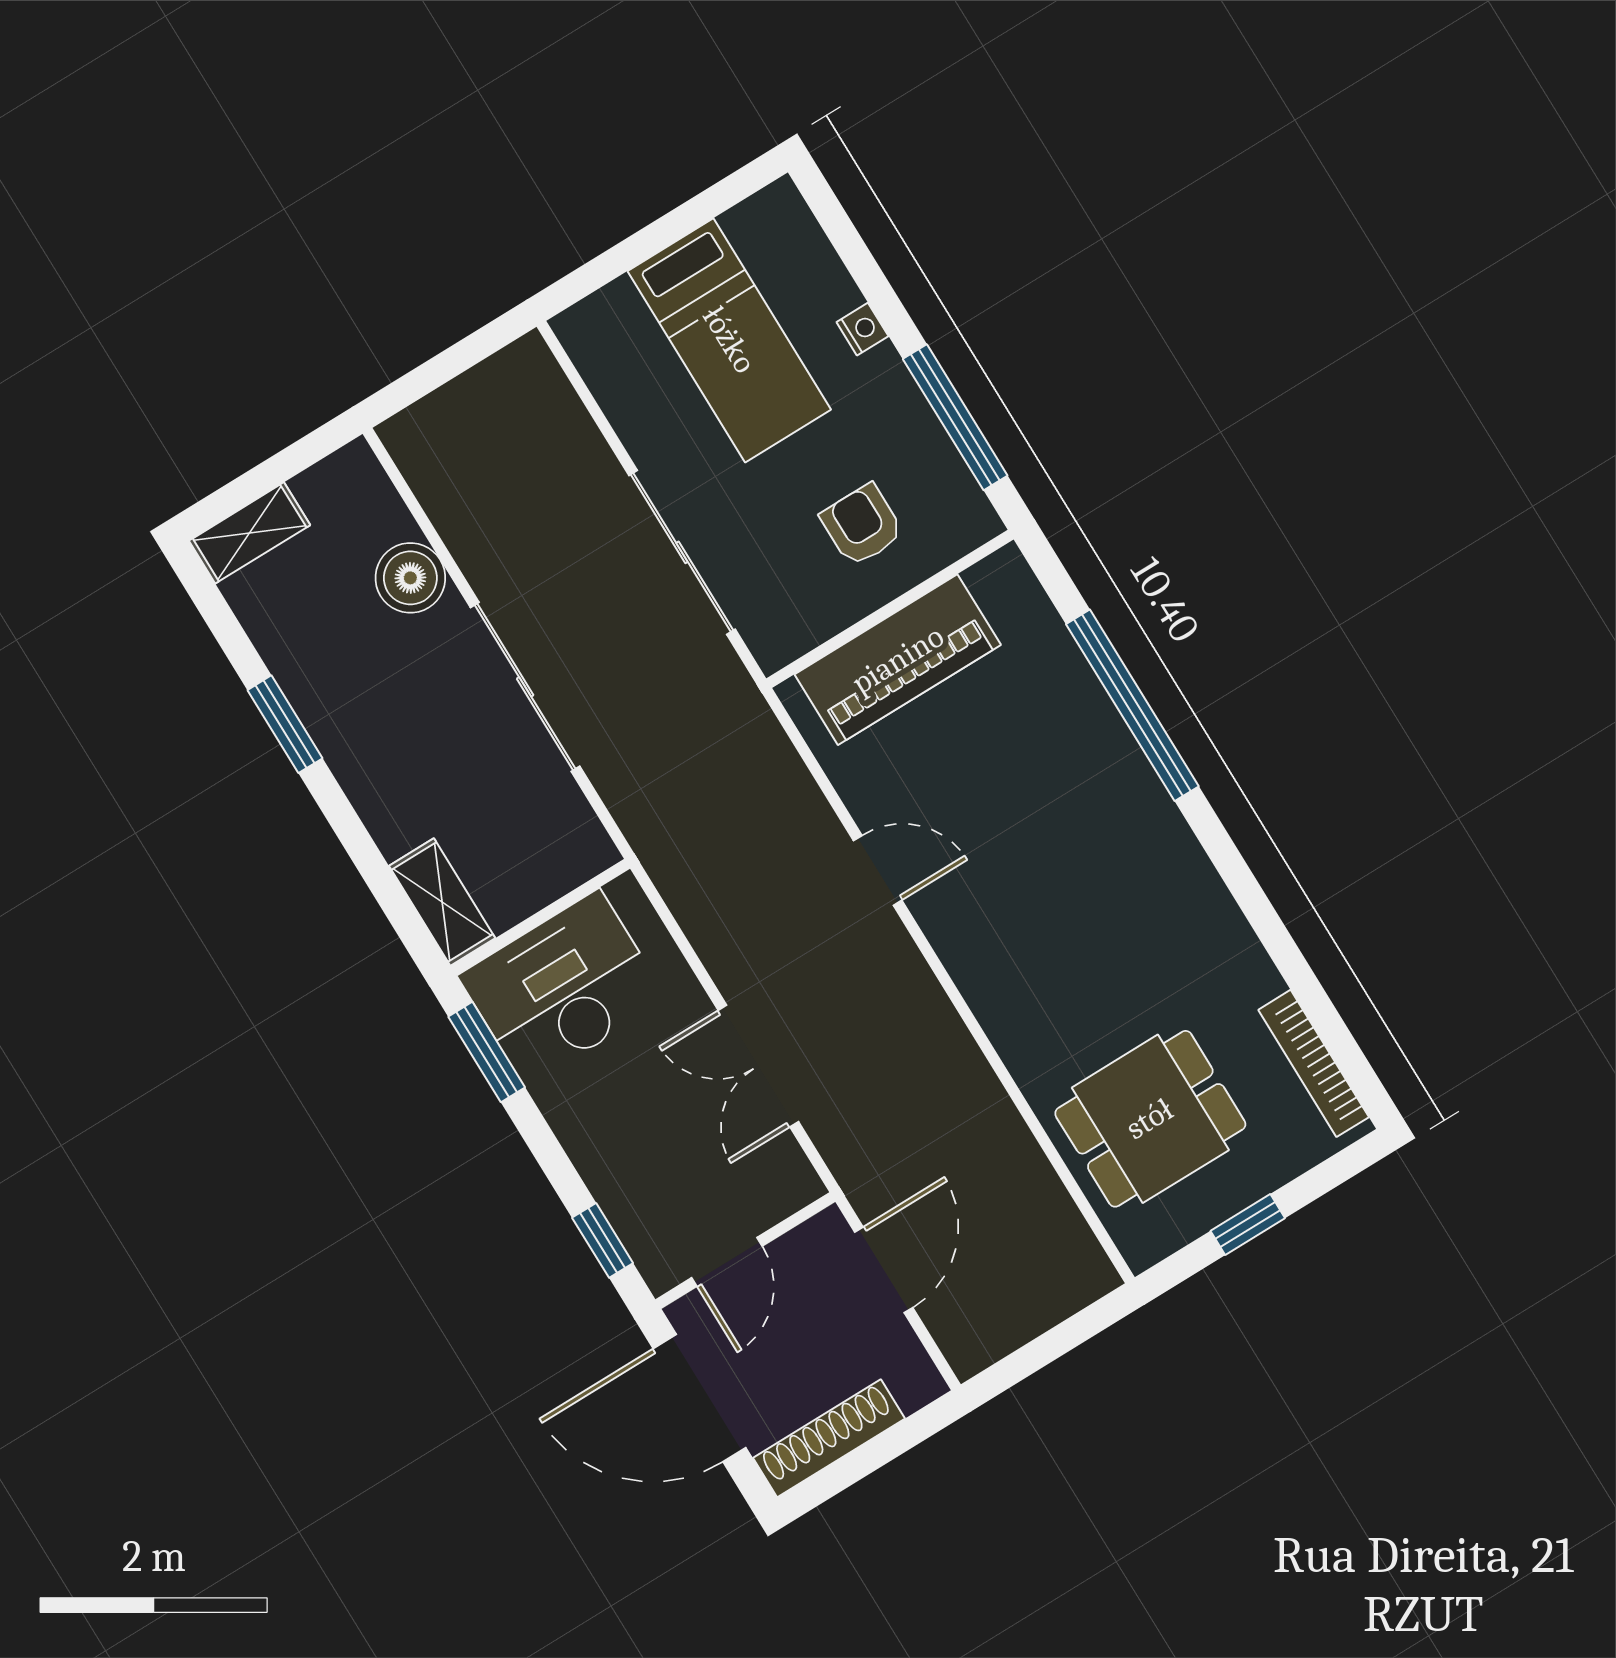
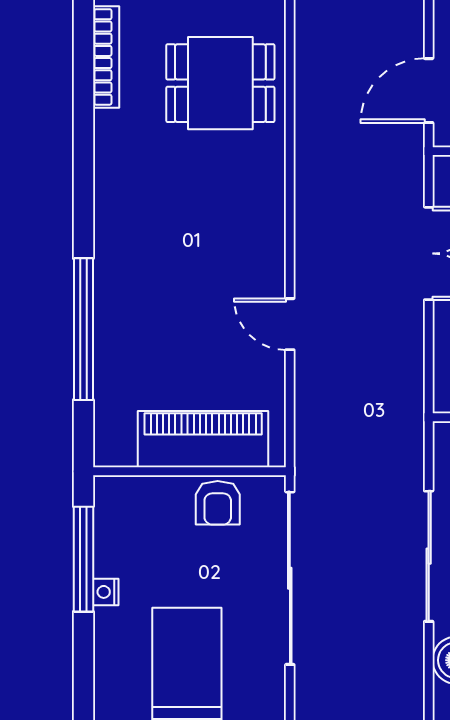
nightstand: (862, 329) -> (106, 592), moved
armchair: (862, 525) -> (218, 503), moved
sliding door: (682, 552) -> (290, 578), width x1.36

